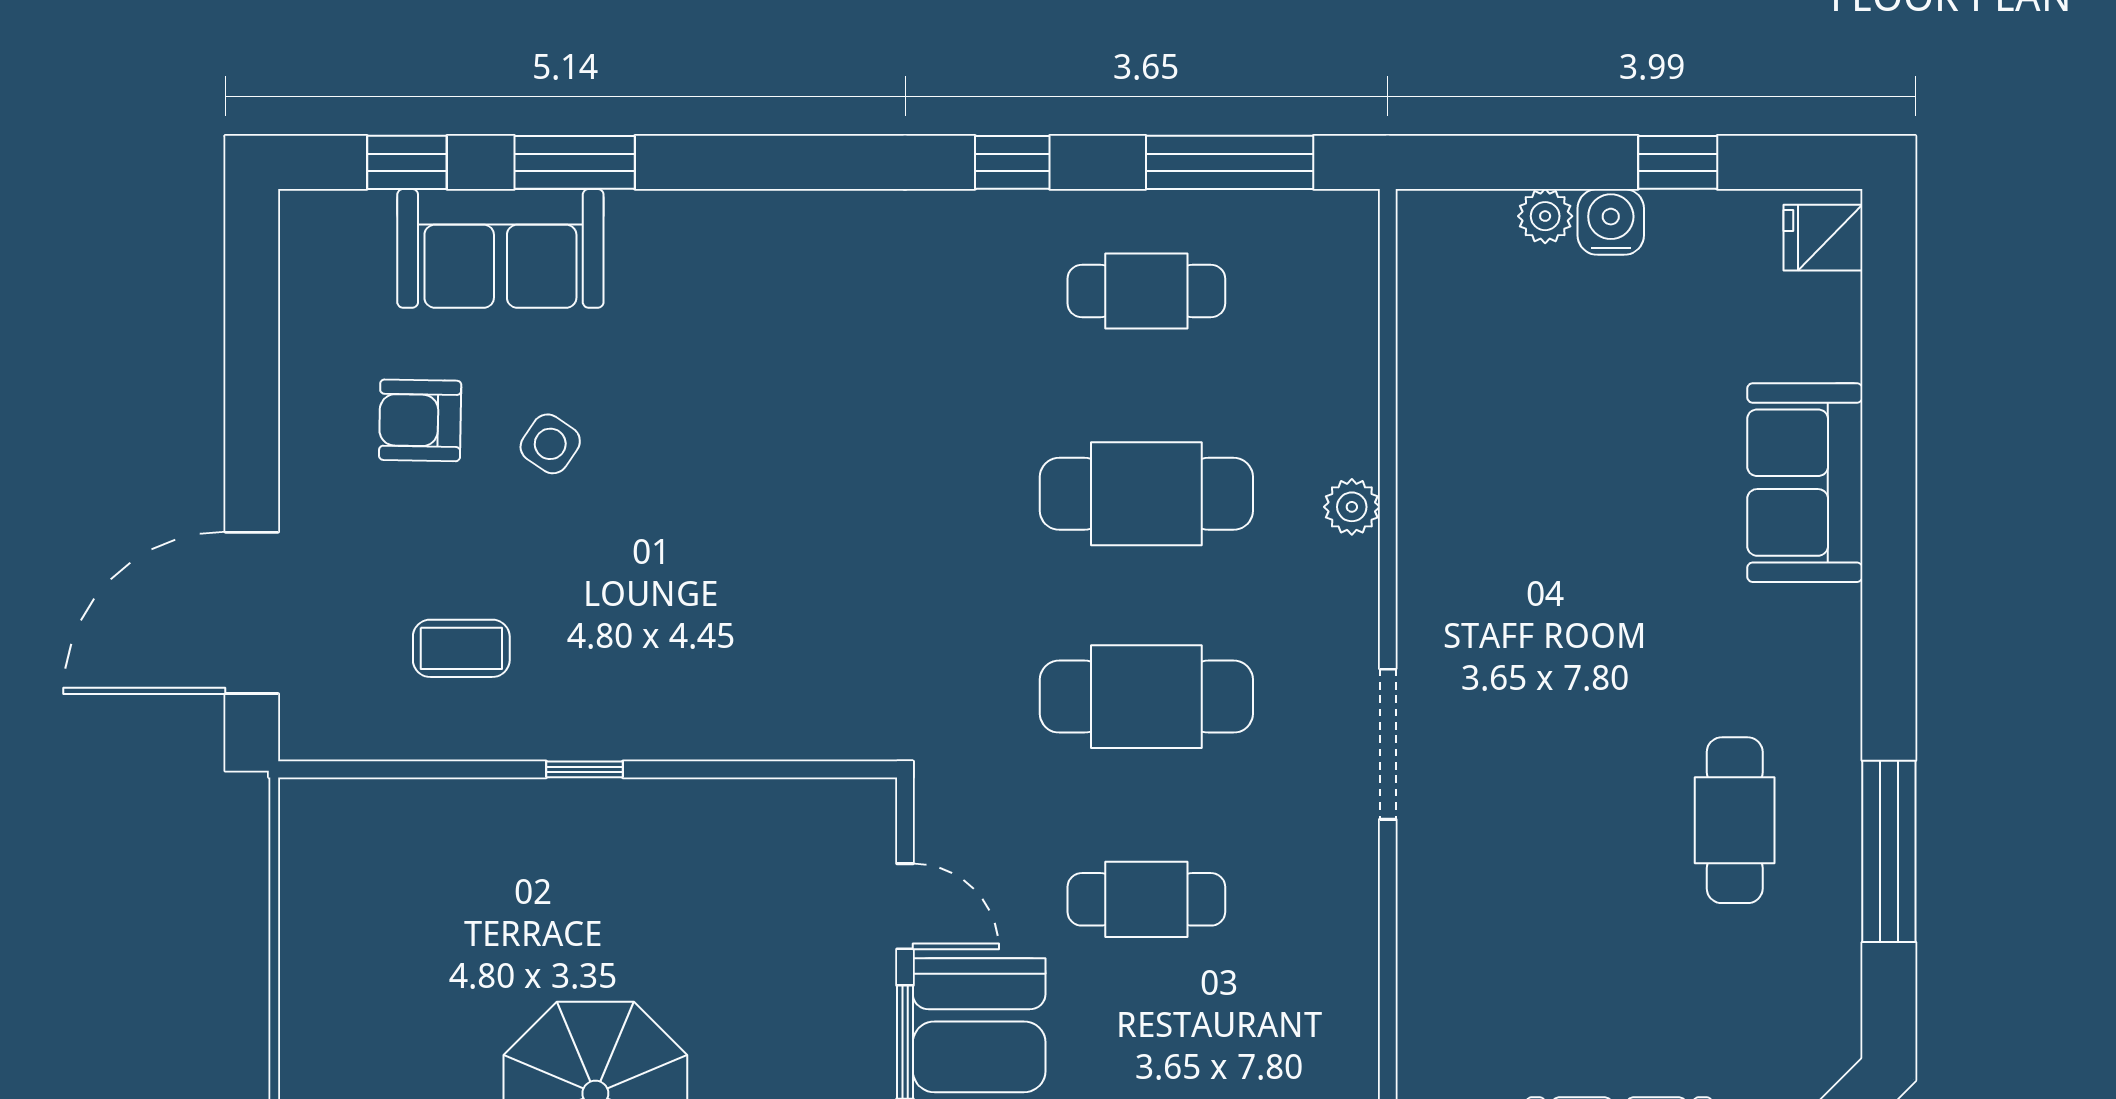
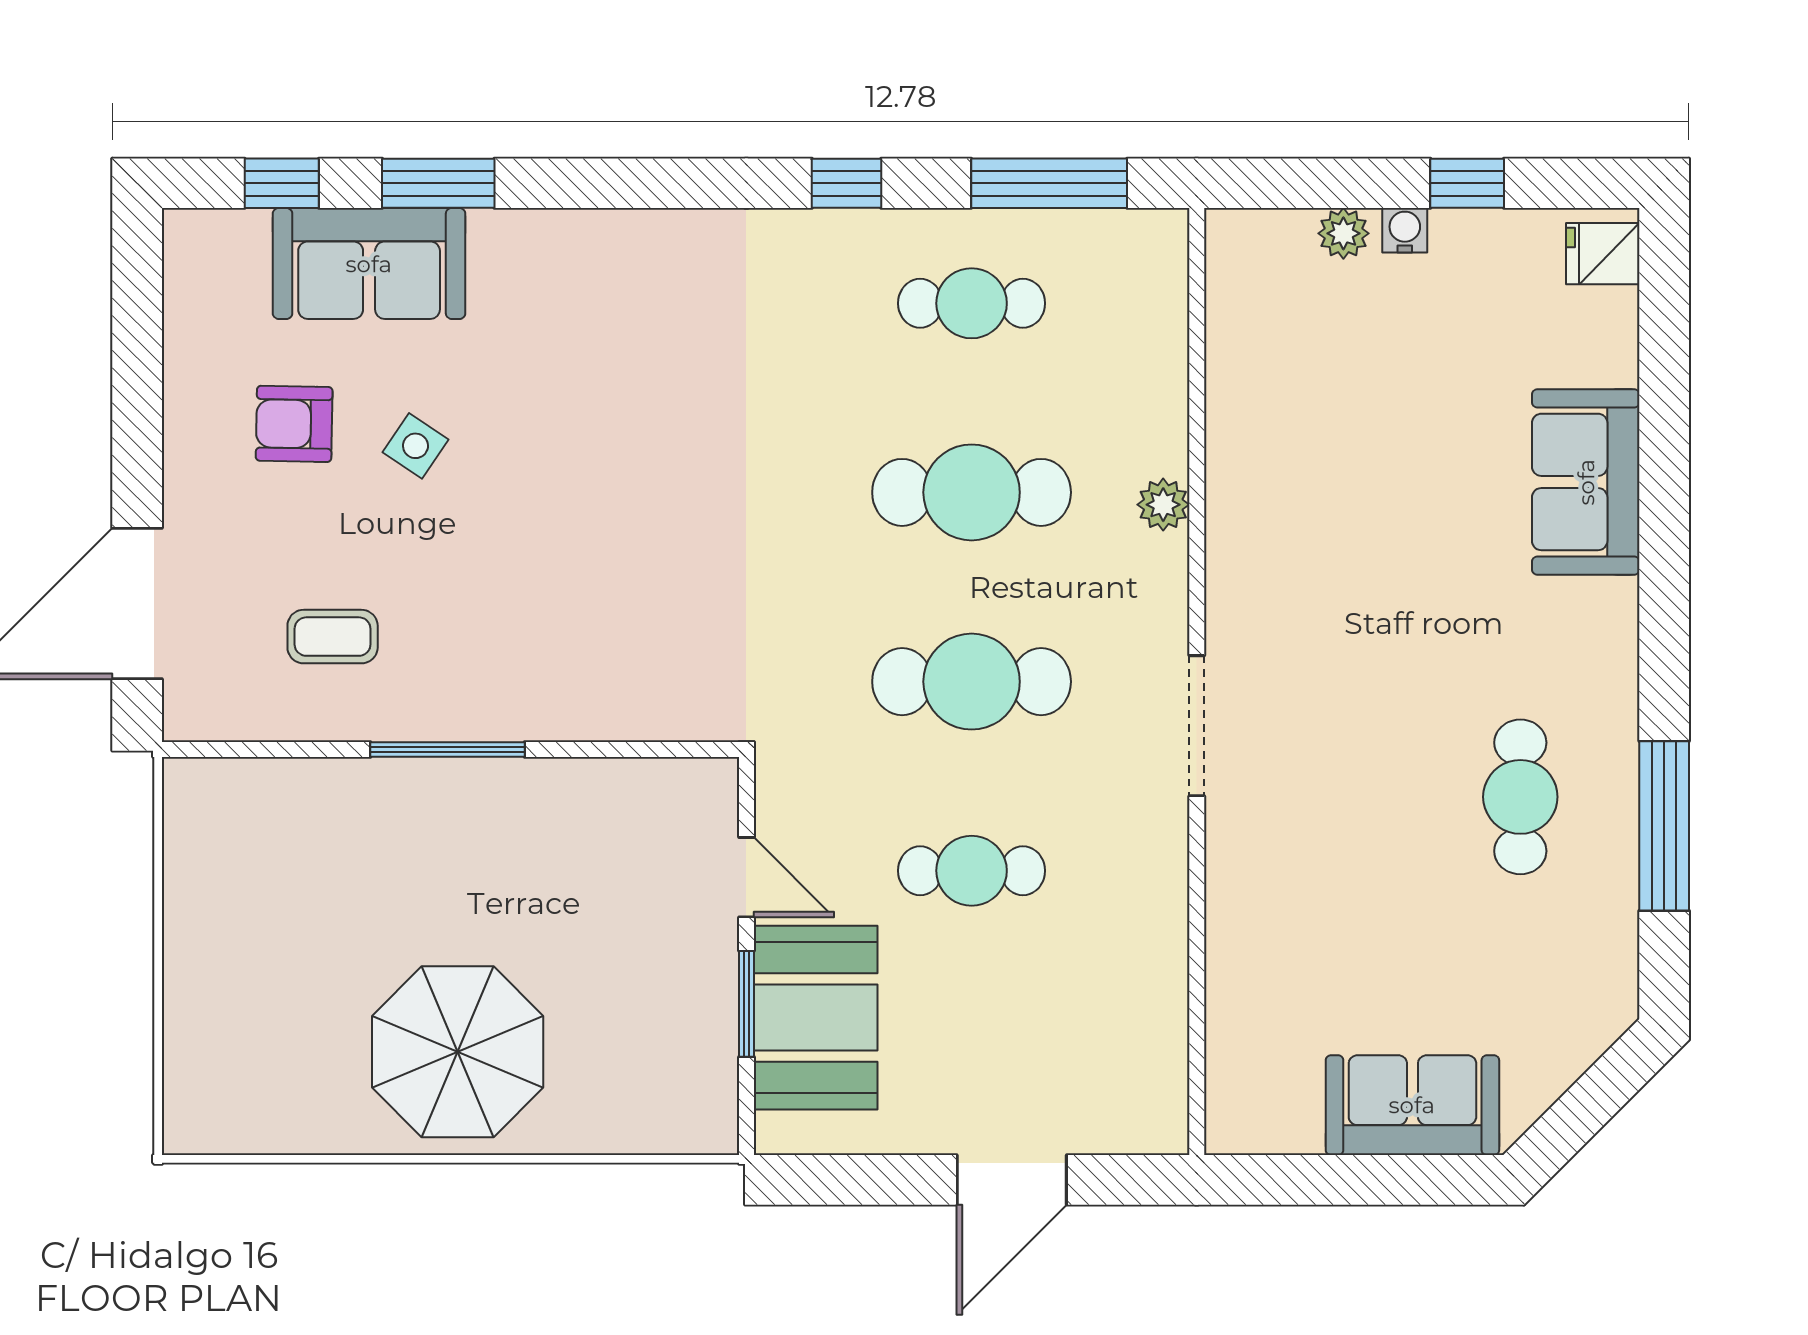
water cooler: (1611, 222) -> (1405, 230), width x0.72, depth x0.72
window: (584, 769) -> (447, 749), width x2.17

